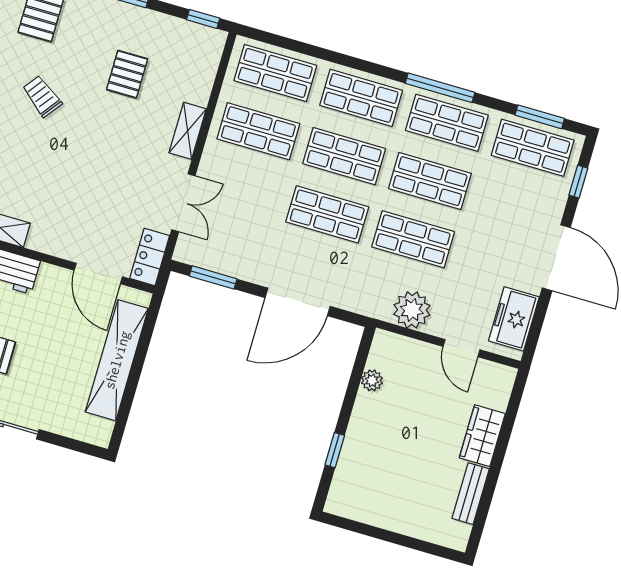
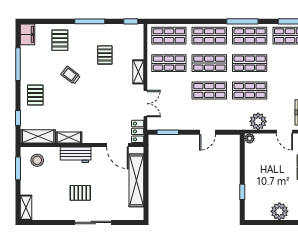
door: (298, 302) -> (208, 132), width x0.53
plant: (372, 380) -> (250, 138), moved
plant: (402, 514) -> (279, 211), added

